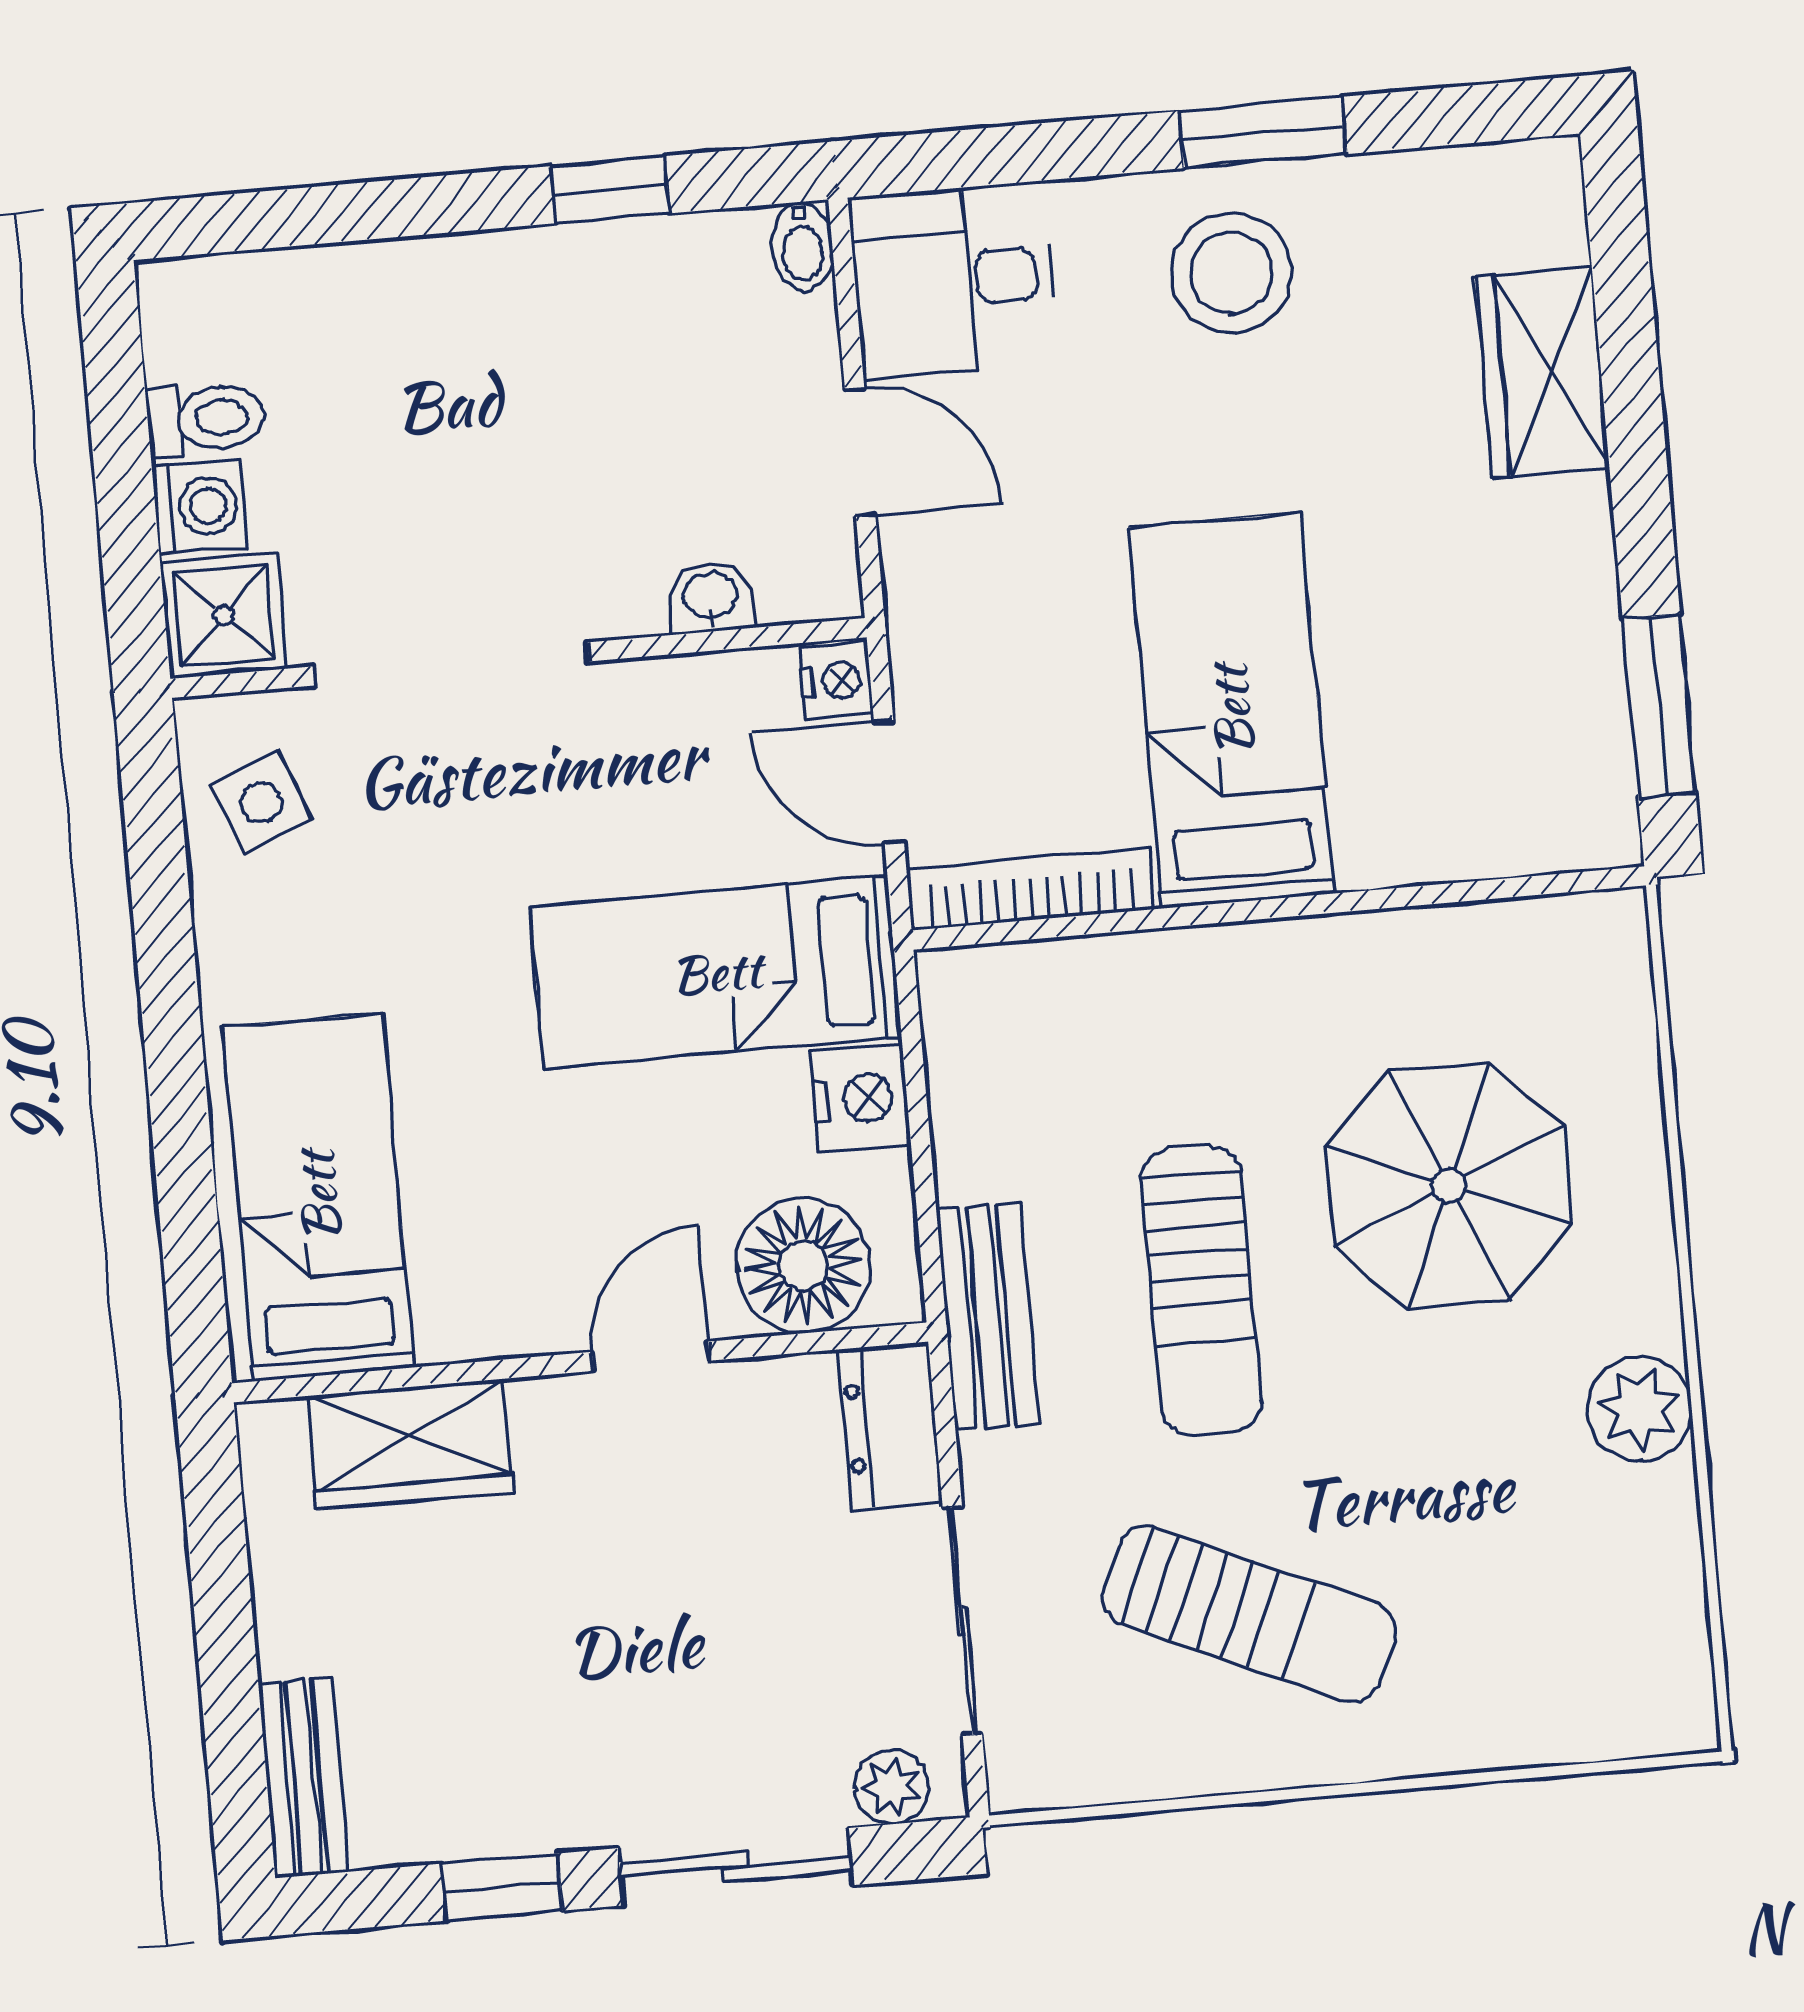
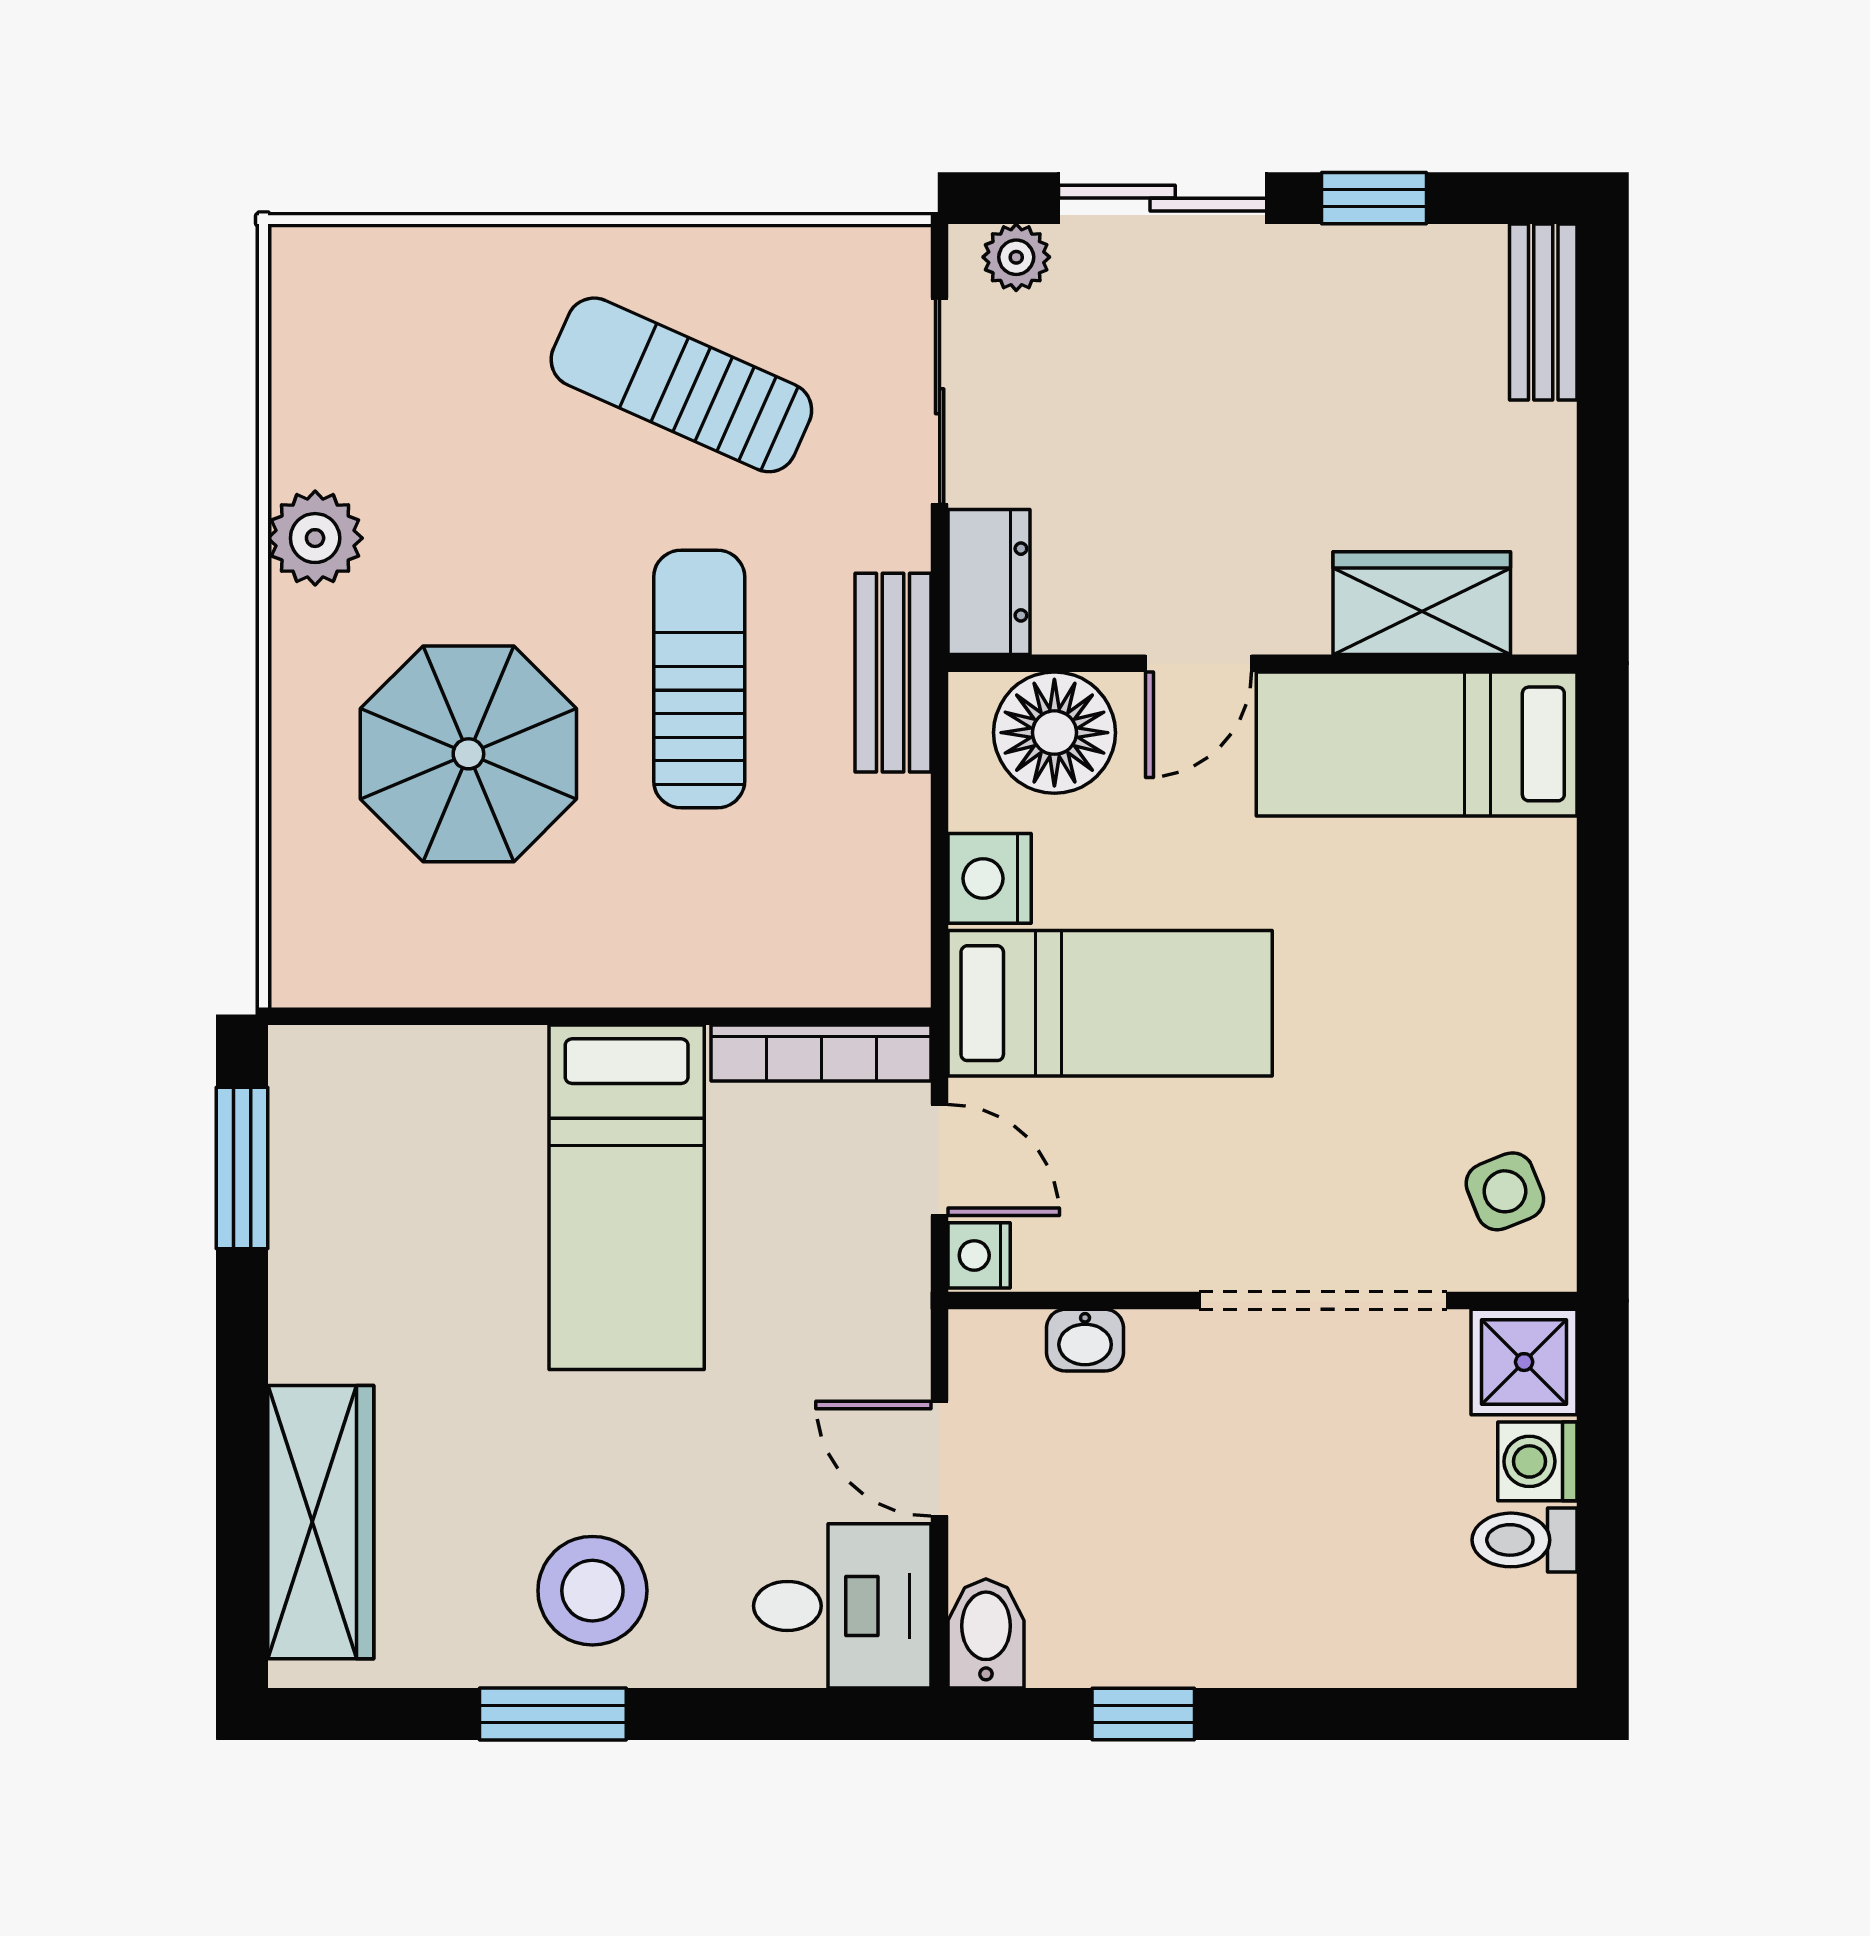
bidet: (802, 246) -> (986, 1633), width x1.38, depth x1.36
wardrobe: (1542, 373) -> (321, 1522), width x1.50
bed: (318, 1197) -> (1417, 744), moved, turned 90

